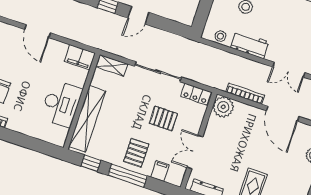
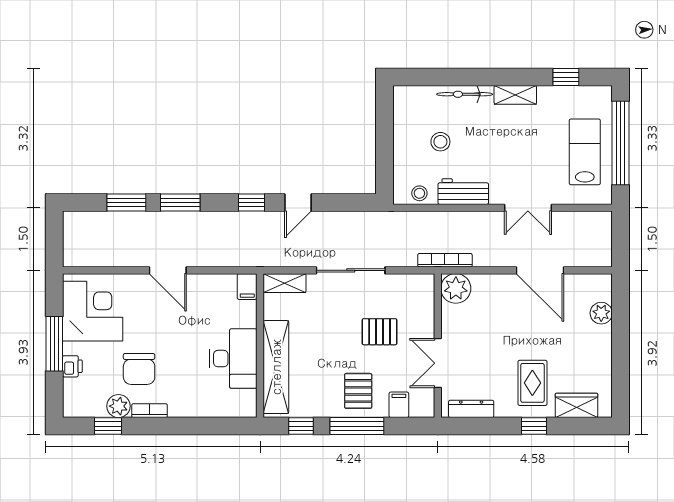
filing cabinet: (80, 57) -> (247, 287), width x0.50
locker: (196, 94) -> (413, 284), removed
bookcase: (245, 94) -> (445, 260), moved

